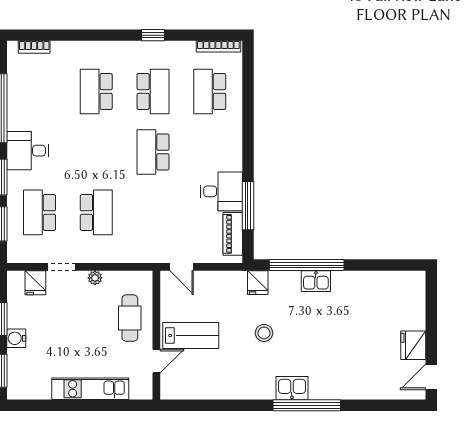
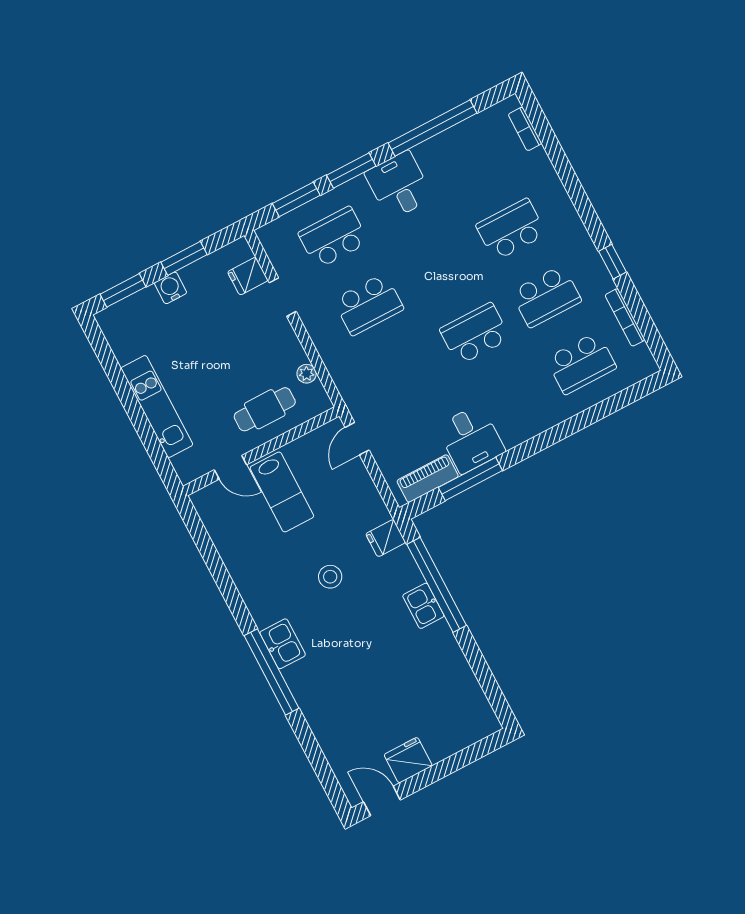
bookcase: (218, 46) -> (625, 317), moved
school desk: (210, 91) -> (581, 363), turned 180
plant: (95, 278) -> (307, 374), moved

